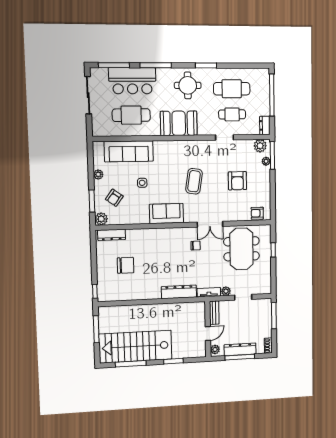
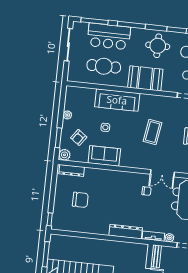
sofa: (129, 151) -> (117, 100), moved
sofa: (166, 214) -> (104, 156), moved

